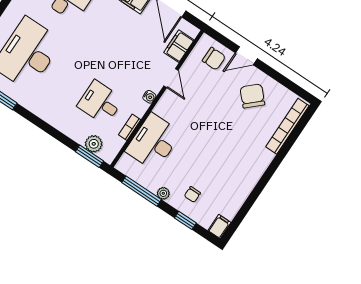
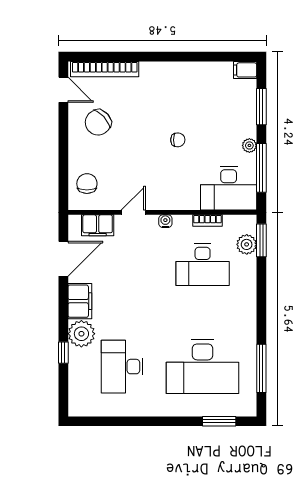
door: (246, 56) -> (63, 90), moved
desk: (100, 103) -> (203, 265), width x1.37
desk: (153, 142) -> (229, 188), moved
chair: (192, 194) -> (178, 140), moved
window: (185, 220) -> (261, 107), width x1.50

